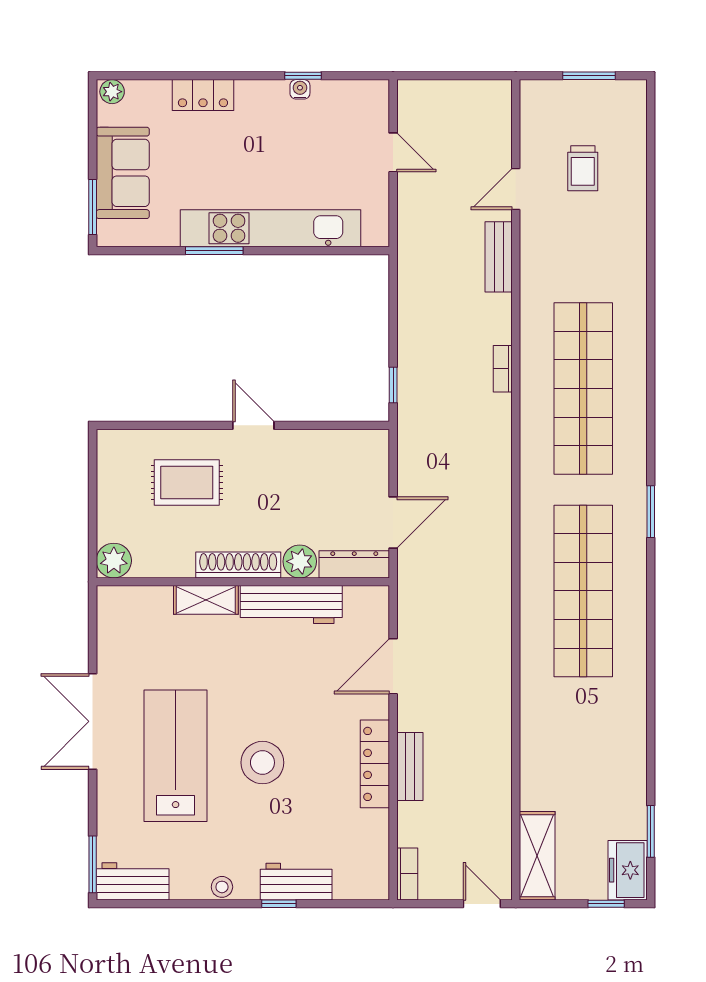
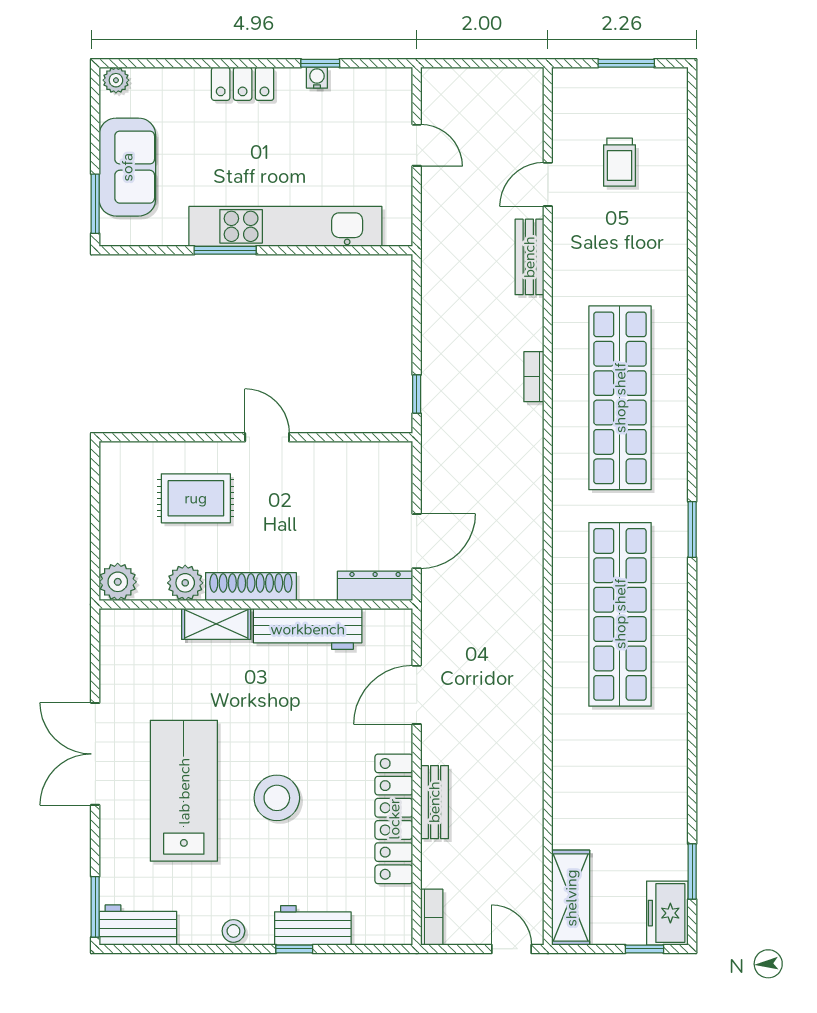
locker: (203, 95) -> (243, 84), moved
plant: (300, 561) -> (185, 583), moved
locker: (375, 764) -> (394, 819), width x1.41, depth x1.21

